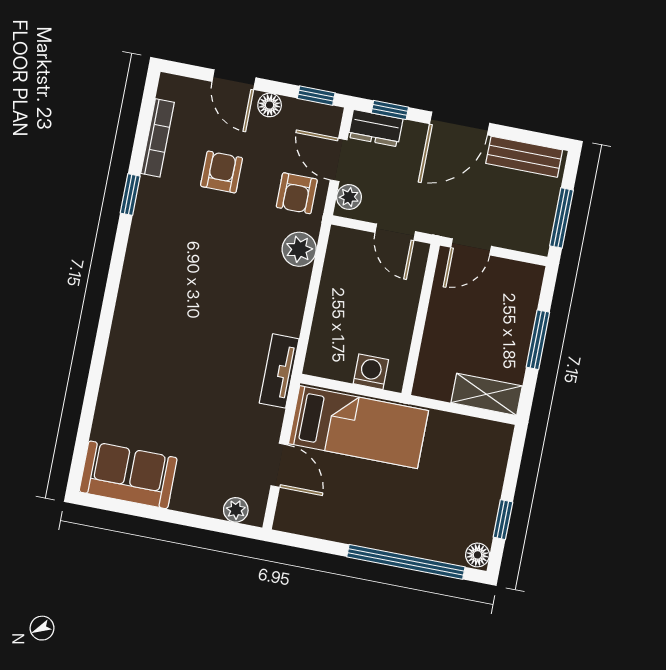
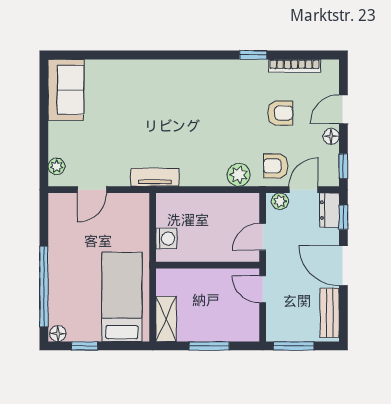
bed: (359, 427) -> (122, 297), moved, turned 180

